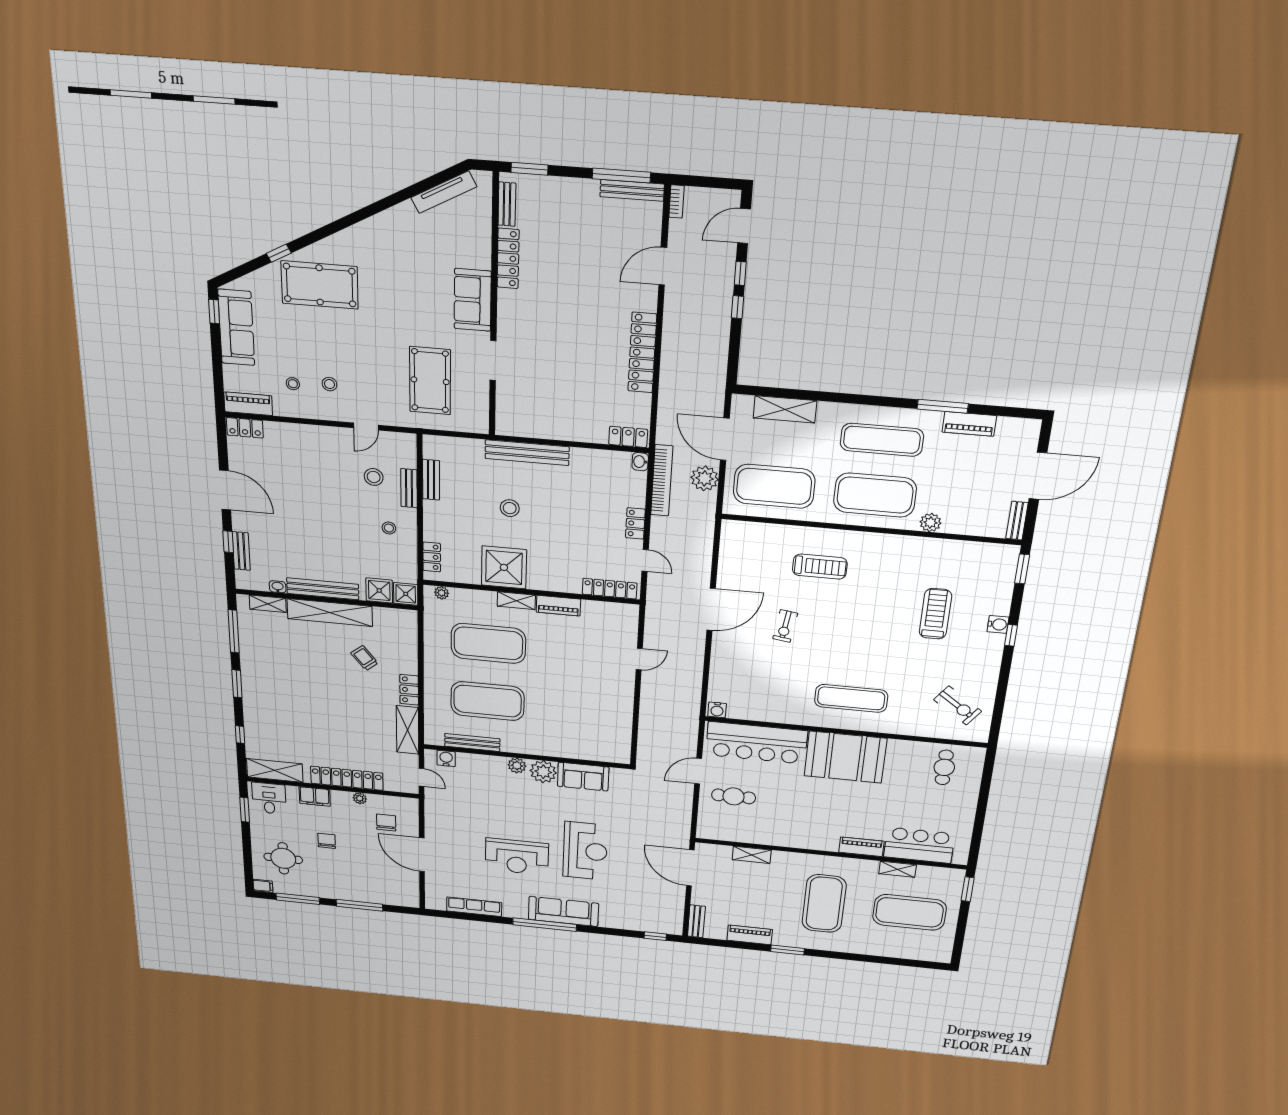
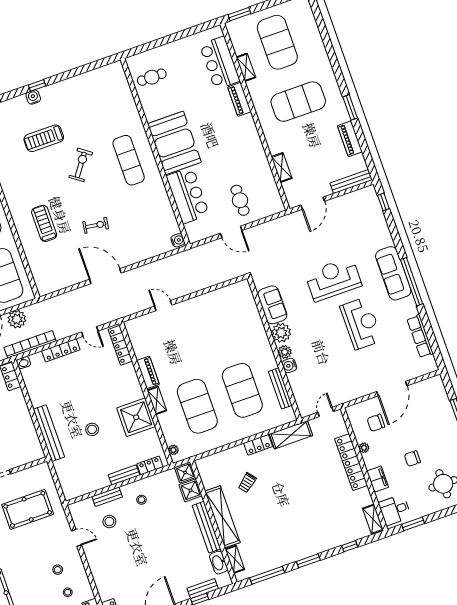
bench: (431, 480) -> (124, 475), moved
locker: (635, 523) -> (61, 350), width x1.53
door: (645, 560) -> (90, 332), swing flipped
washbasin: (278, 587) -> (219, 563), width x1.91, depth x1.45
exercise bike: (958, 705) -> (81, 165), moved
bar counter: (756, 743) -> (188, 195), width x0.73
water cooler: (446, 758) -> (289, 365), moved
shelving: (275, 770) -> (373, 519), width x0.67, depth x0.75
door: (690, 868) -> (313, 203), width x0.73
bench: (696, 921) -> (351, 181), width x1.36

